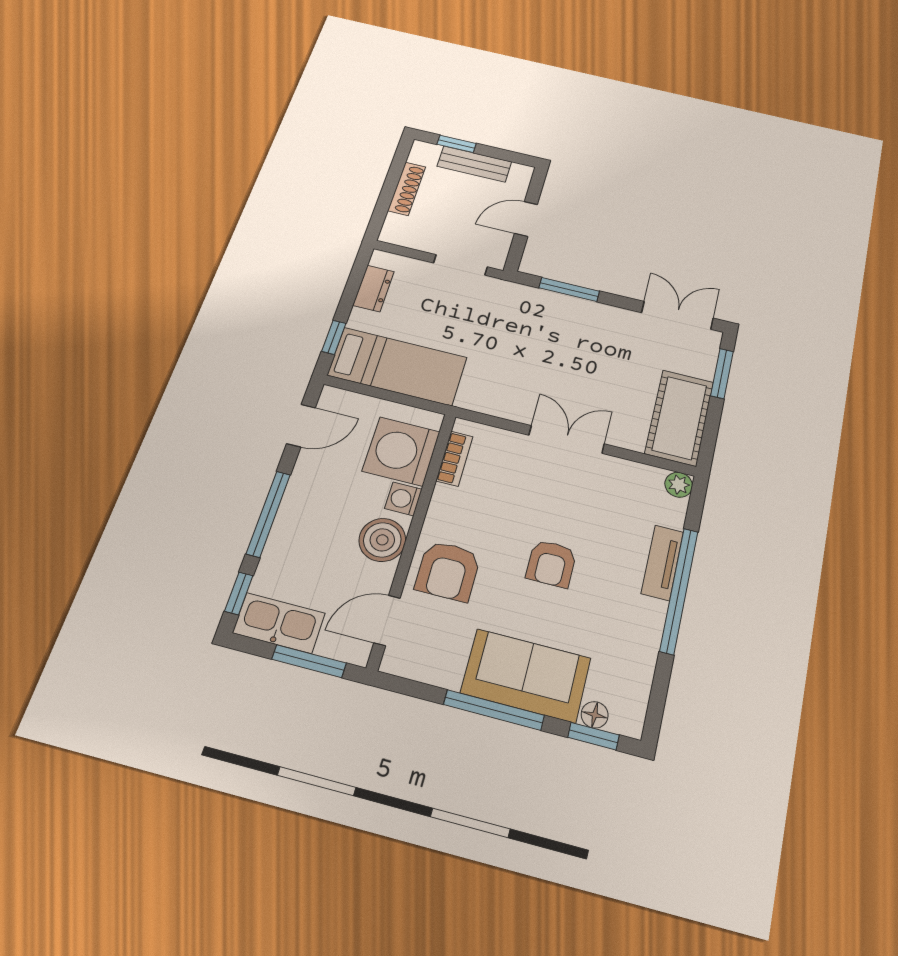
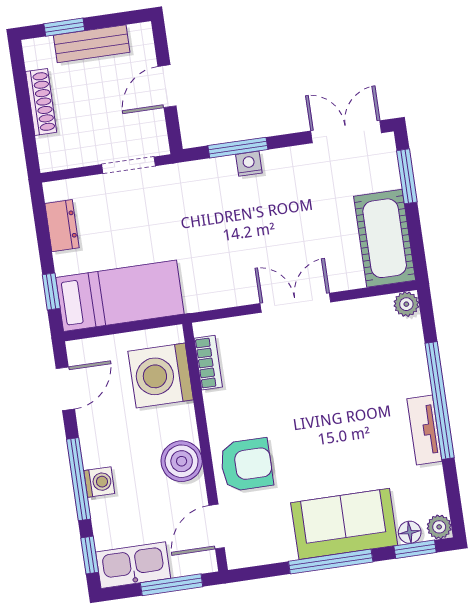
nightstand: (574, 306) -> (249, 164), added
washing machine: (403, 499) -> (99, 482), moved, turned 180
tv unit: (662, 563) -> (424, 430), moved
armchair: (551, 564) -> (327, 422), removed
armchair: (448, 571) -> (246, 465), turned -90
plant: (630, 723) -> (439, 527), added

